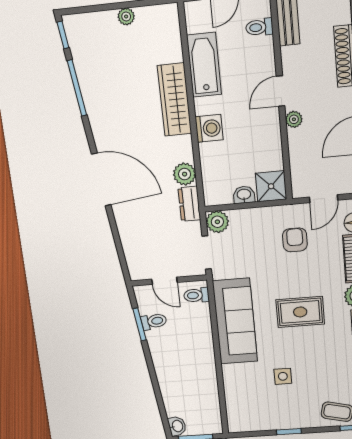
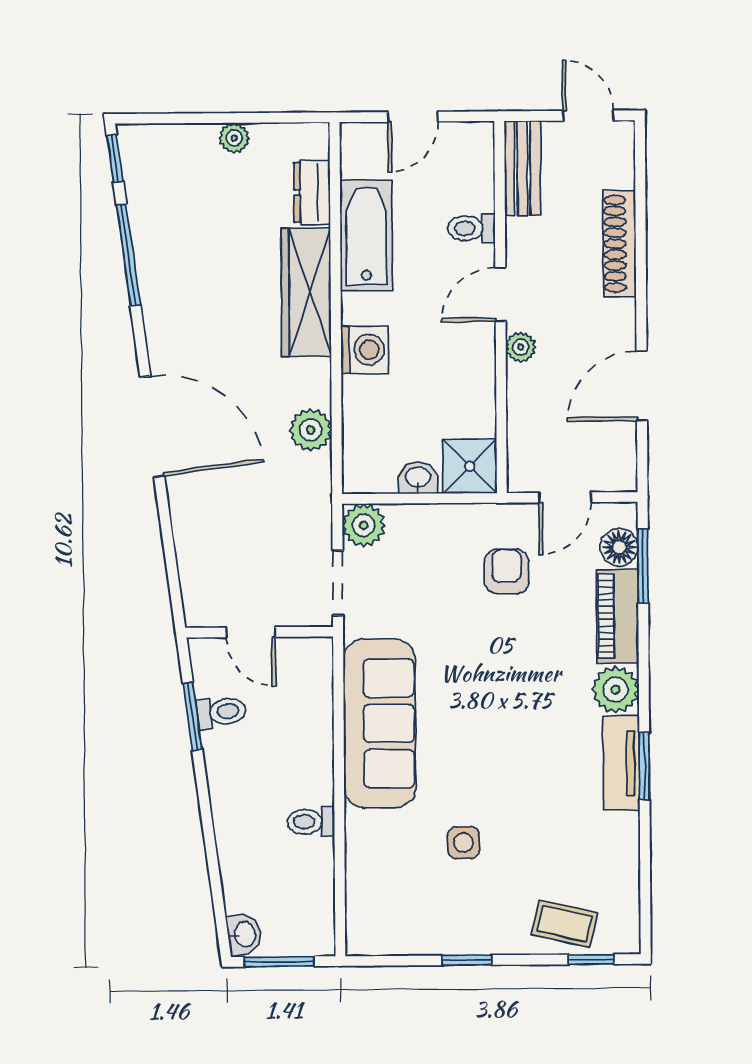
toilet: (259, 27) -> (471, 228), moved
dresser: (189, 204) -> (312, 192), moved
toilet: (196, 295) -> (311, 822), moved
rug: (300, 312) -> (507, 714), removed

